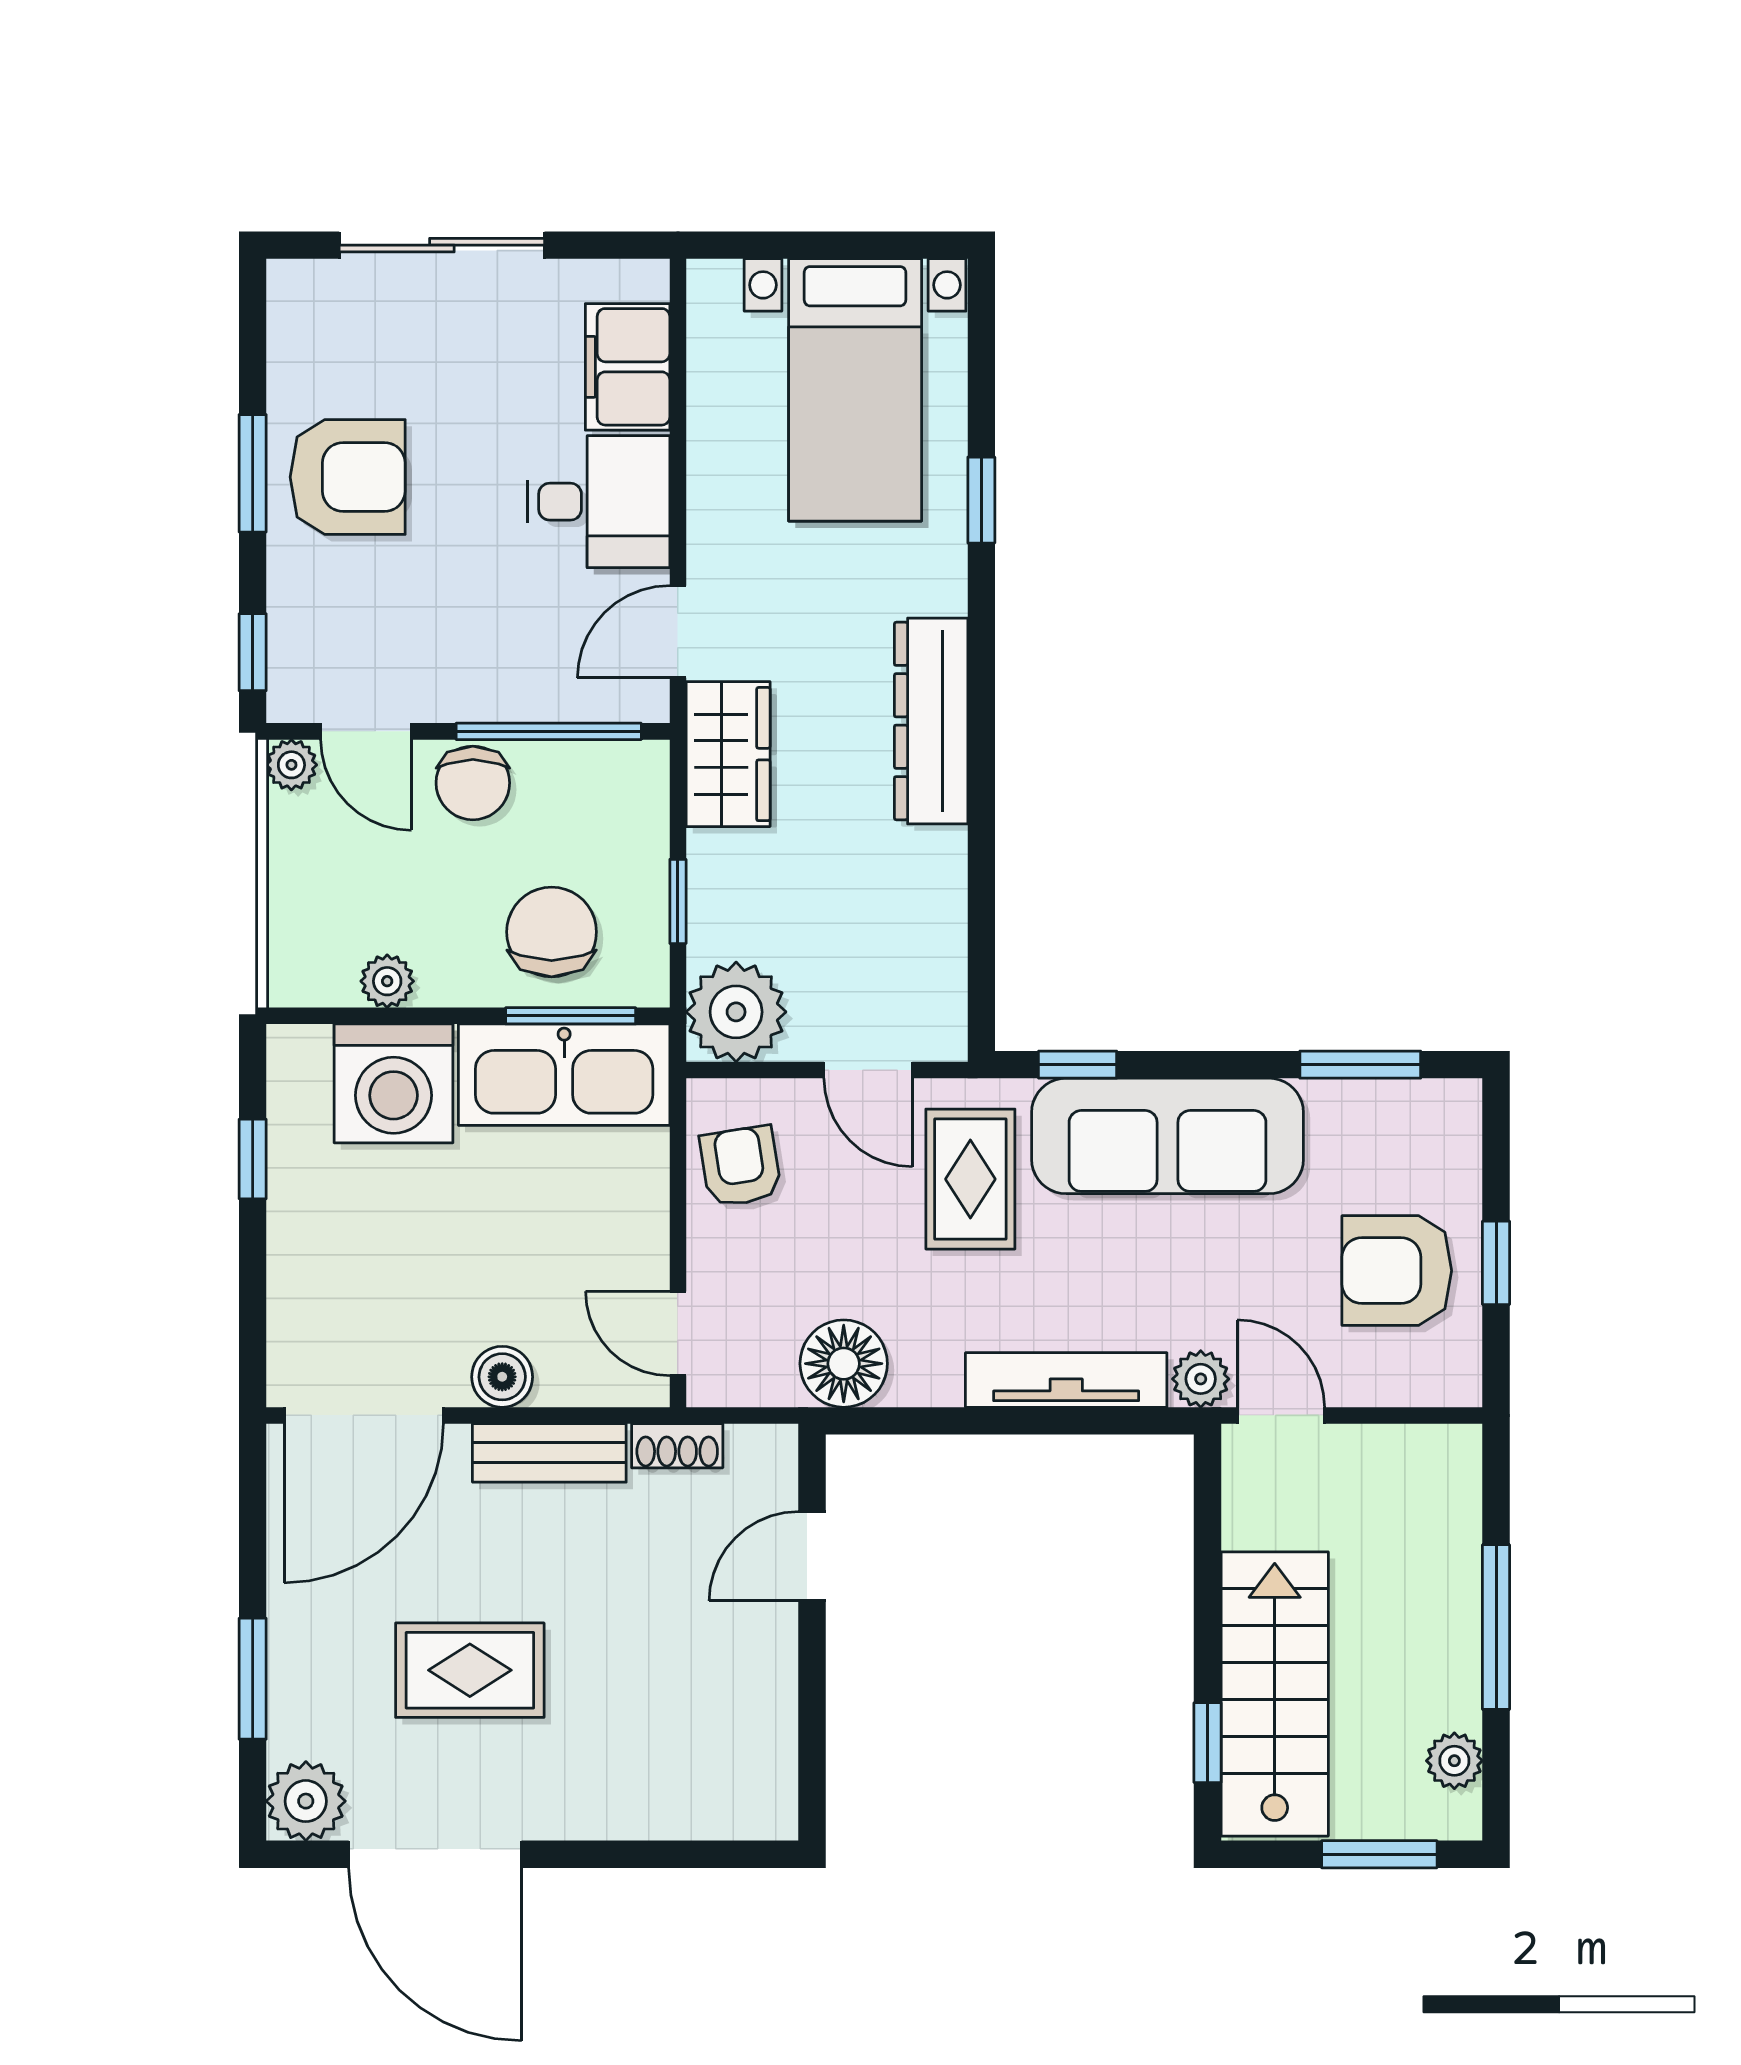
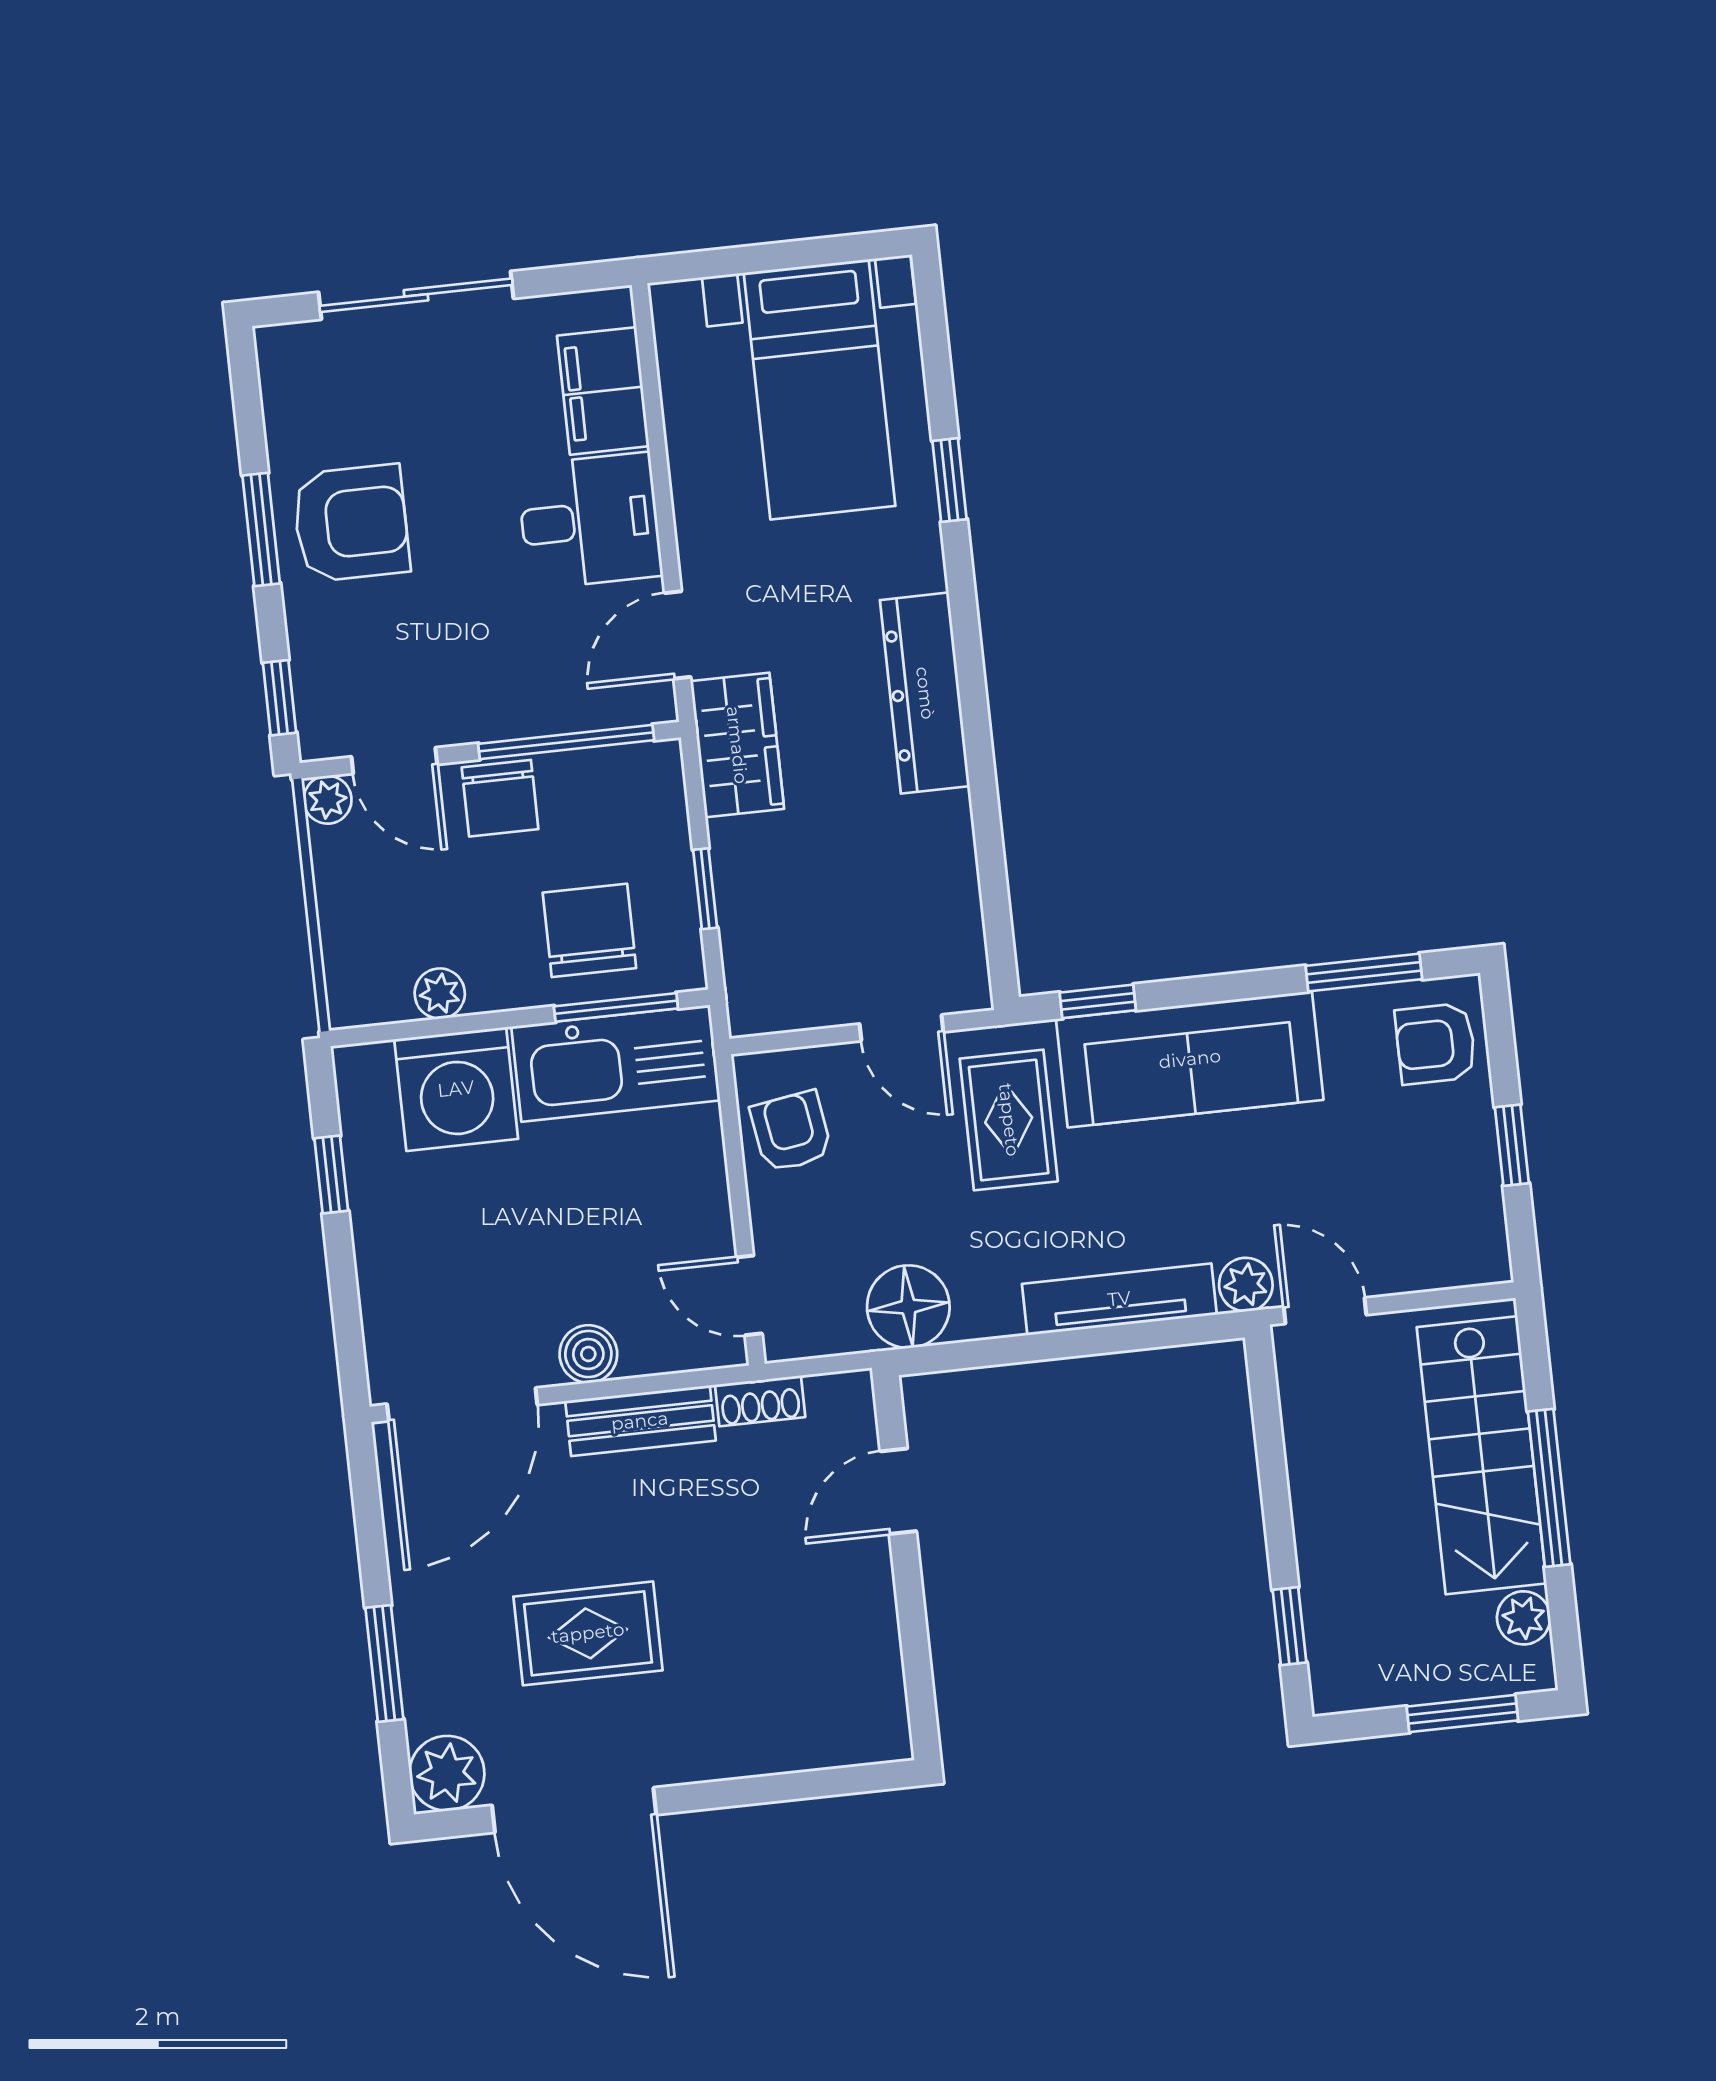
plant: (736, 1012) -> (771, 987), removed
armchair: (1397, 1271) -> (1436, 1044), moved, width x0.72, depth x0.72
stairs: (1275, 1694) -> (1482, 1455), moved, turned 180

